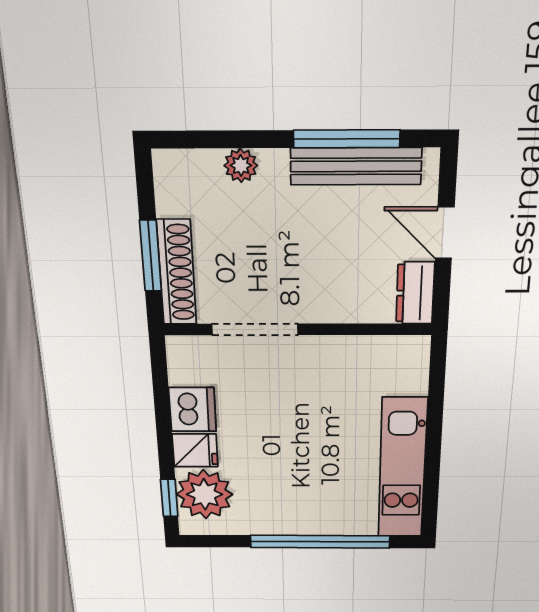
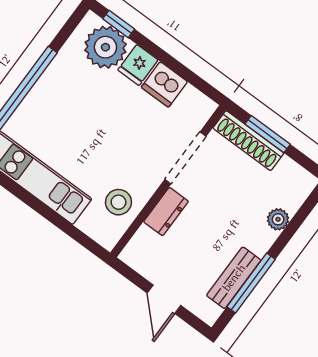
bench: (356, 166) -> (234, 278), width x0.73
door: (445, 233) -> (164, 299), swing flipped
dresser: (415, 293) -> (166, 212), moved, turned 90
stool: (364, 366) -> (118, 202), added

